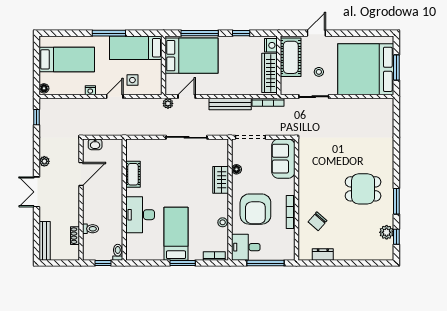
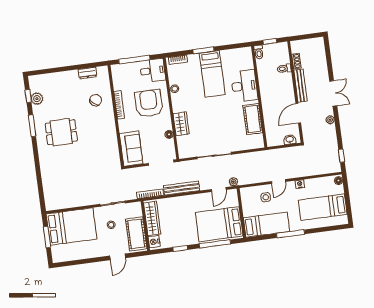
bed: (366, 69) -> (72, 227), width x0.73
cot: (133, 174) -> (253, 119), width x1.37, depth x1.34
bench: (45, 241) -> (300, 86), moved

